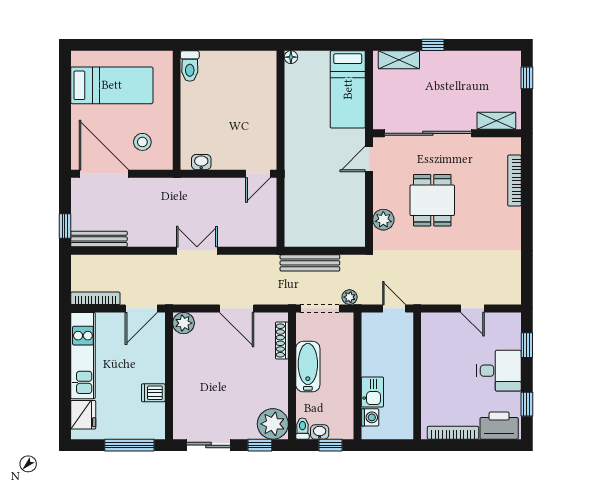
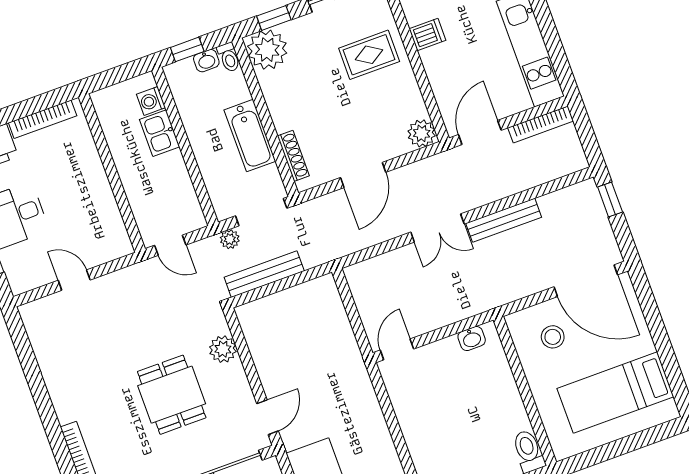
bench: (99, 239) -> (504, 220), moved
bench: (310, 263) -> (264, 274), moved
door: (237, 308) -> (363, 175), swing flipped
rug: (201, 394) -> (369, 55), added

